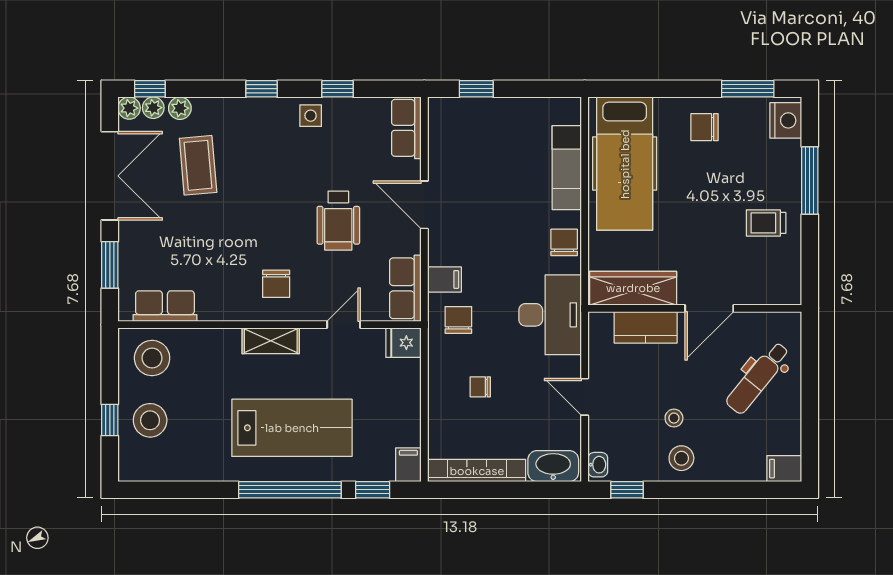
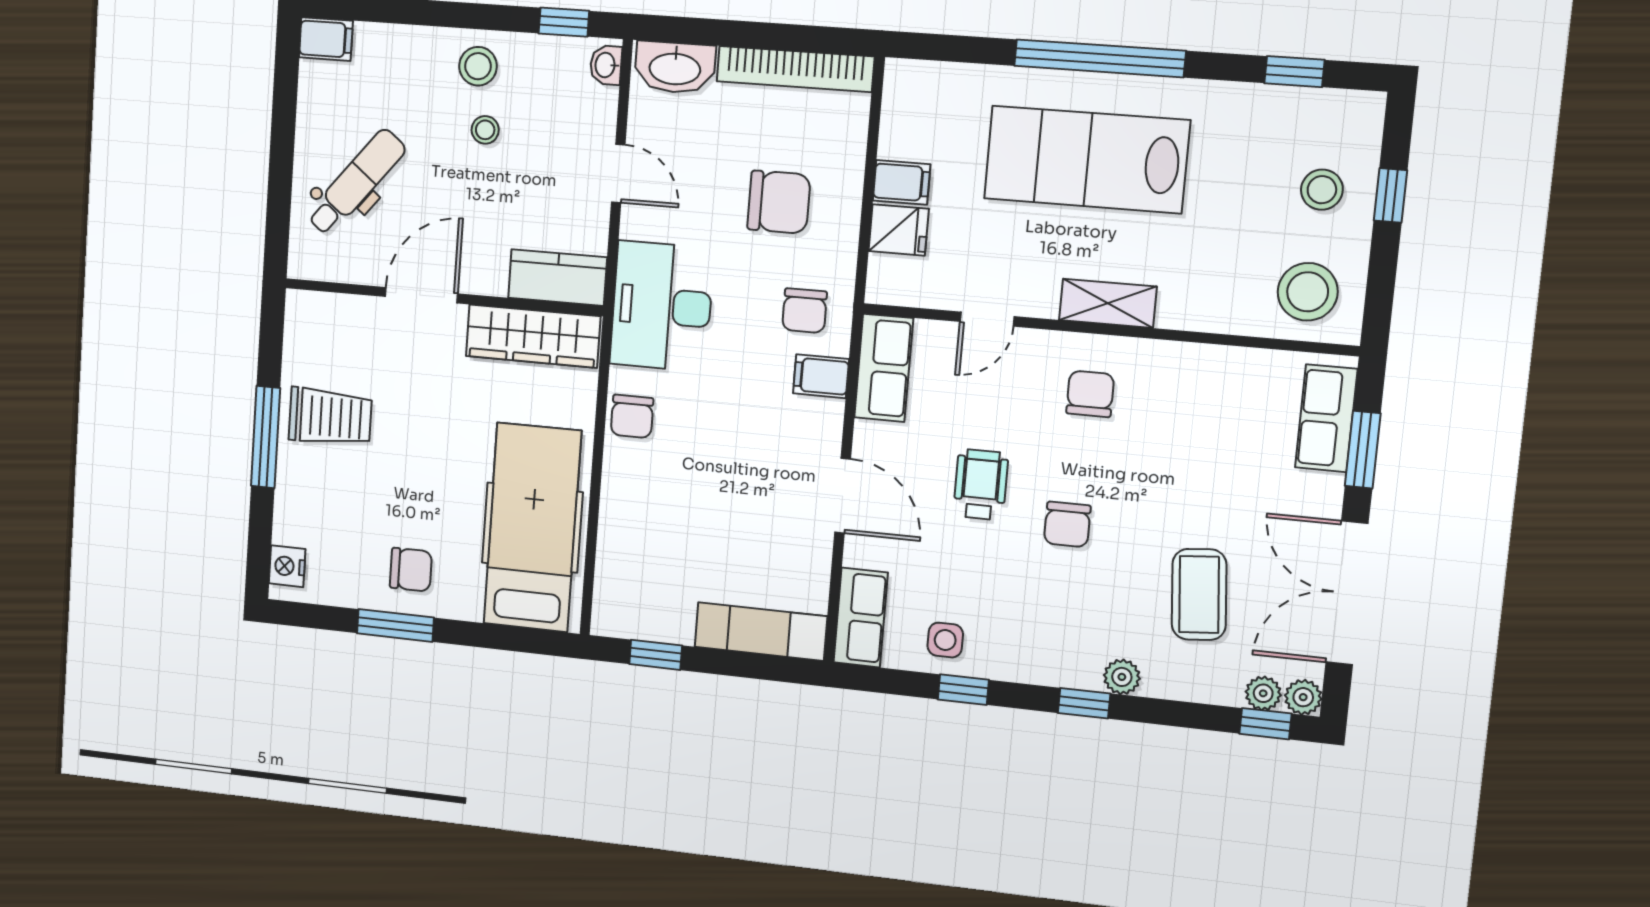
window: (476, 89) -> (656, 655), moved
window: (748, 89) -> (395, 625), moved
plant: (180, 108) -> (1122, 677), moved
side table: (311, 116) -> (945, 640), moved
nightstand: (786, 120) -> (287, 566), width x0.74, depth x0.75
exam couch: (567, 168) -> (761, 632), moved, turned -90
window: (810, 181) -> (266, 437), moved
chair: (283, 201) -> (1067, 524), added
wheelchair: (338, 221) -> (981, 485), width x0.73, depth x0.73
trolley: (766, 223) -> (330, 417), width x1.36, depth x1.39
row of seats: (165, 306) -> (1326, 418), moved, turned 90
kitchen counter: (646, 327) -> (558, 278), moved
fridge: (404, 343) -> (899, 230), moved
chair: (480, 387) -> (779, 202), width x1.87, depth x1.87
stool: (150, 420) -> (1322, 190), width x0.73, depth x0.73
filing cabinet: (408, 465) -> (902, 182), moved, turned -90
window: (373, 490) -> (1294, 72), moved

